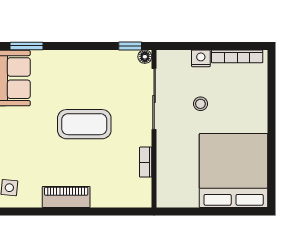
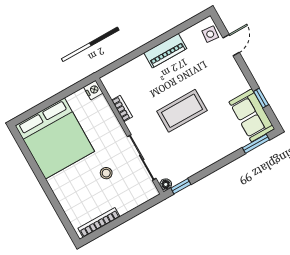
nightstand: (201, 58) -> (93, 90), moved, turned -90

